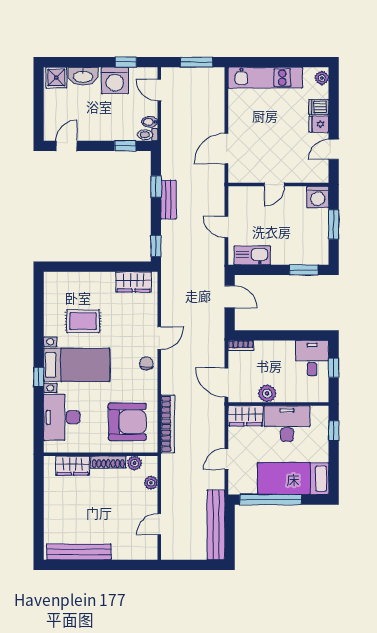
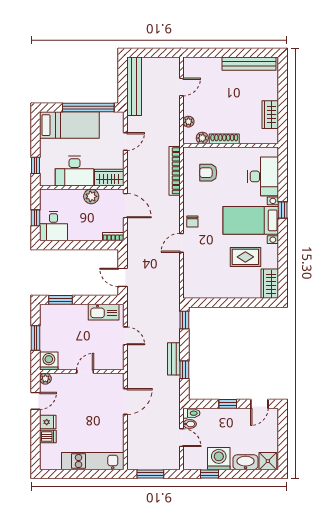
plant: (322, 78) -> (45, 379), moved
door: (159, 90) -> (182, 438), moved
window: (125, 146) -> (228, 404), moved
wardrobe: (134, 282) -> (270, 284), moved, turned -90
armchair: (127, 422) -> (208, 173), width x0.53, depth x0.53
wardrobe: (72, 466) -> (270, 115), moved, turned -90

